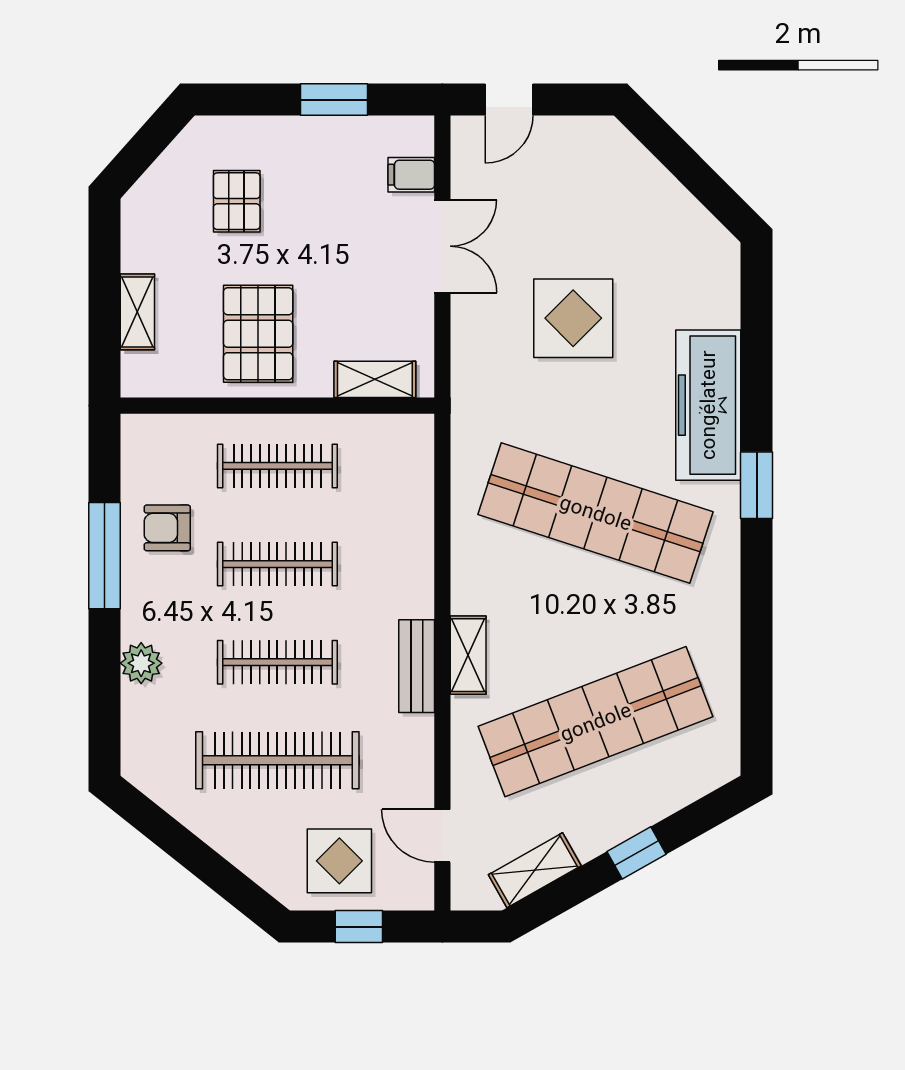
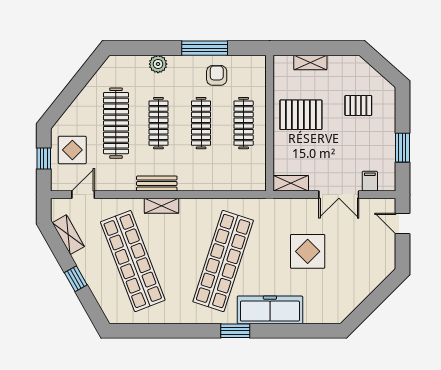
shelving: (375, 379) -> (291, 183), moved, turned 90

